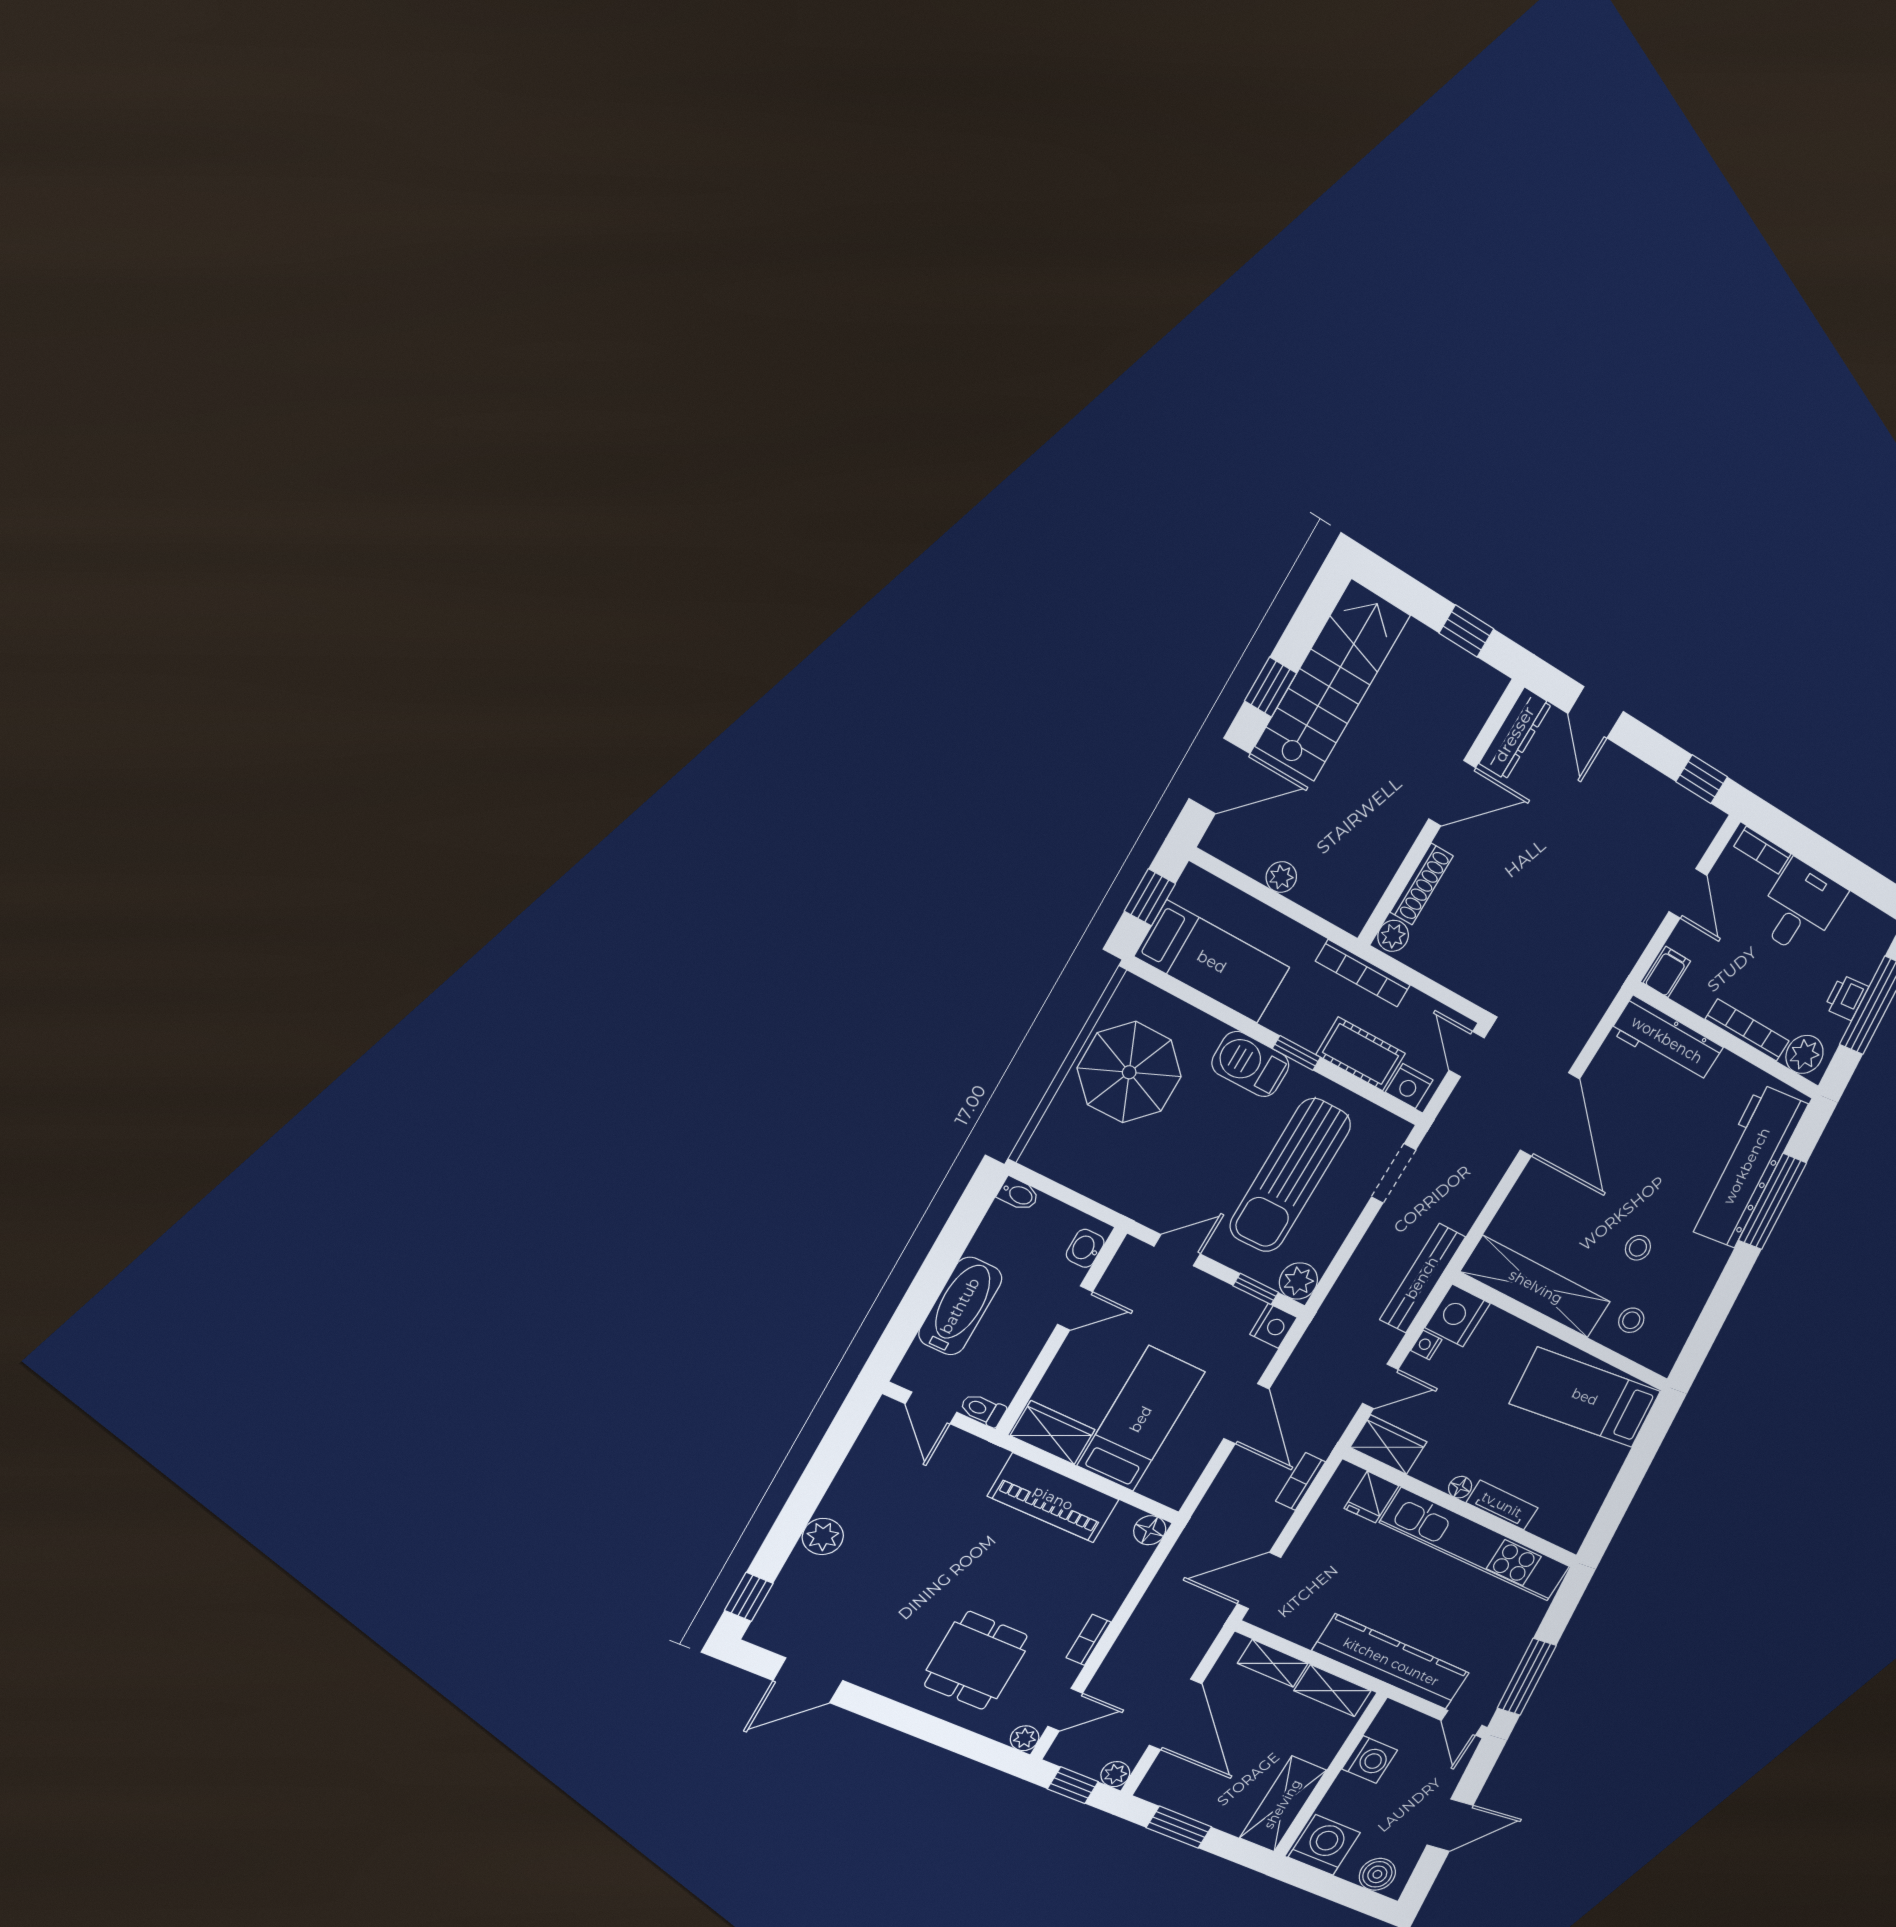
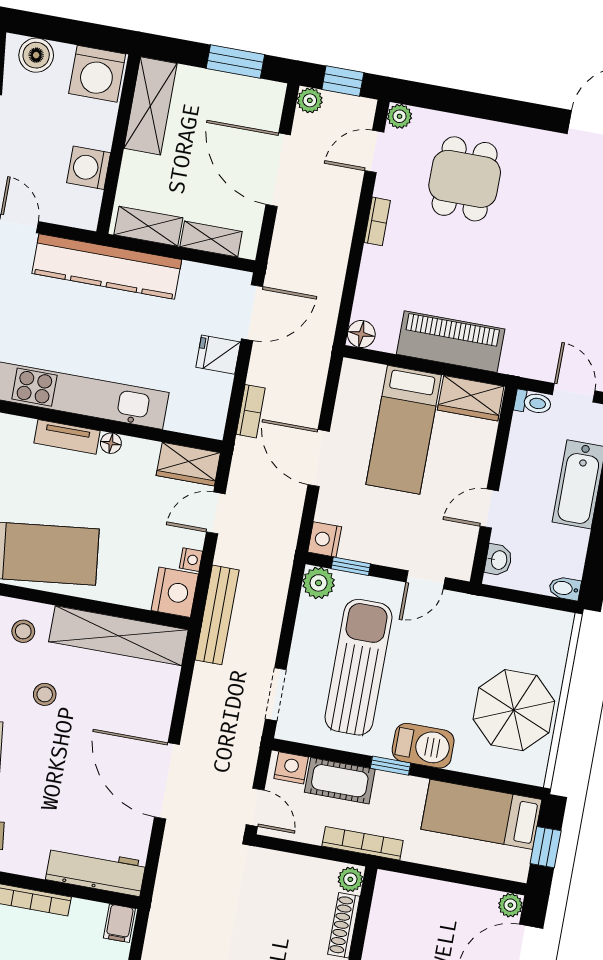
plant: (1281, 877) -> (510, 905), moved
fridge: (1371, 1497) -> (218, 355), moved, turned -90

